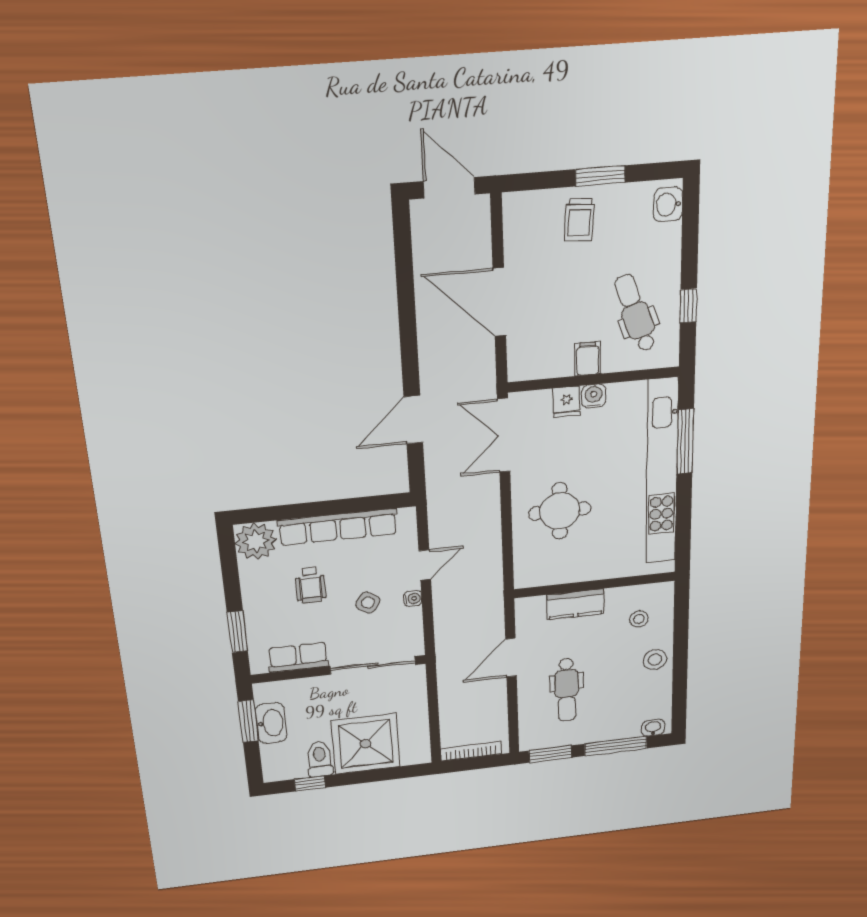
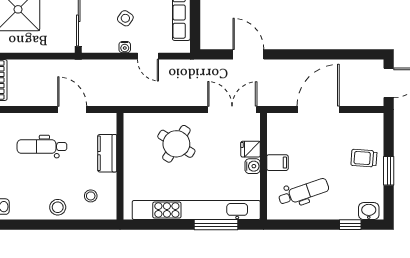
window: (688, 306) -> (350, 225), moved
round table: (560, 511) -> (176, 144), turned 32

